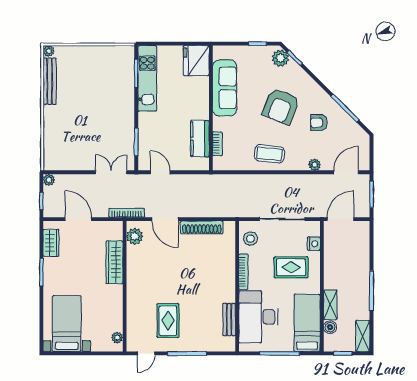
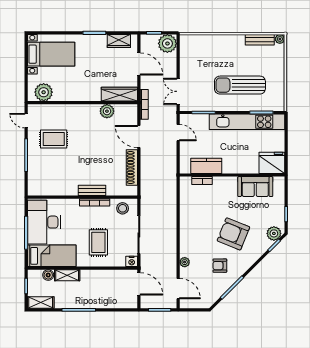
kitchen unit: (147, 78) -> (247, 122), width x1.36
bench: (50, 81) -> (260, 40), width x0.73
sofa: (225, 88) -> (255, 187), width x0.73
sun lounger: (104, 99) -> (240, 85), added
armchair: (319, 123) -> (220, 266), turned -90
coffee table: (269, 154) -> (194, 224), removed
double door: (111, 172) -> (178, 91), swing flipped
door: (160, 172) -> (178, 133), hinge flipped
plant: (49, 180) -> (167, 43), width x1.88, depth x1.88
door: (78, 219) -> (139, 64), hinge flipped
door: (165, 219) -> (139, 137), hinge flipped
plant: (135, 236) -> (107, 111), moved
nightstand: (314, 244) -> (132, 261), moved
wardrobe: (114, 262) -> (119, 94), moved
desk: (258, 317) -> (44, 222), moved, turned -90
bench: (229, 320) -> (92, 190), moved
plant: (117, 338) -> (44, 92), width x1.88, depth x1.88

